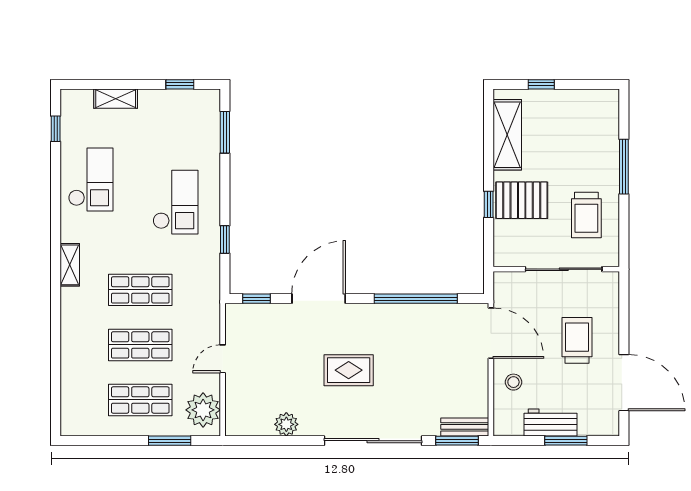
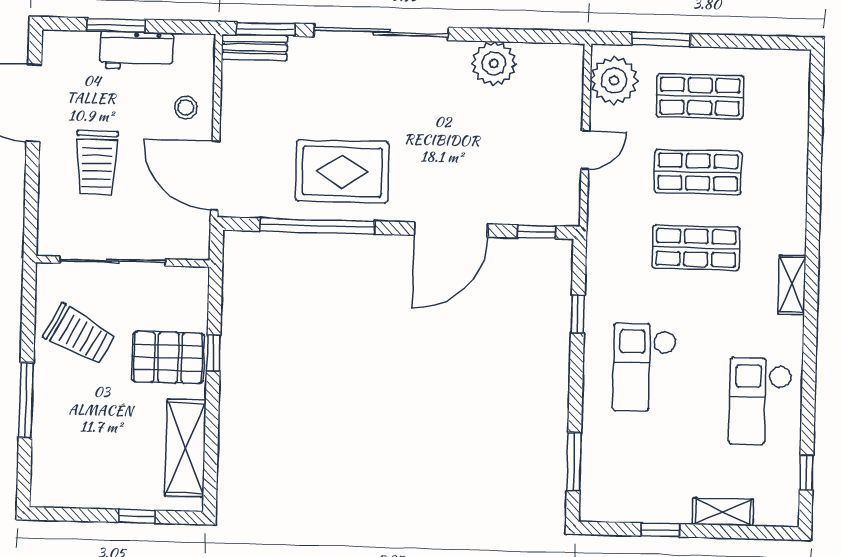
window: (180, 84) -> (660, 530), moved
trolley: (586, 215) -> (79, 335), turned 118
rug: (349, 370) -> (342, 171), moved, width x1.36, depth x1.43
plant: (286, 424) -> (494, 63), width x1.36, depth x1.36

